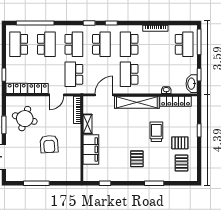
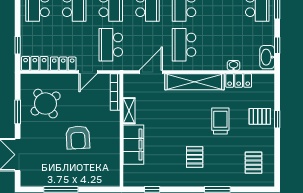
locker: (176, 101) -> (239, 81), width x0.66
round table: (25, 119) -> (46, 104), turned 37
pallet: (180, 143) -> (260, 116), moved

